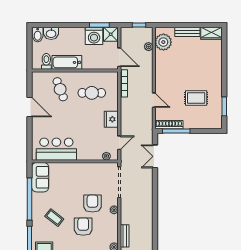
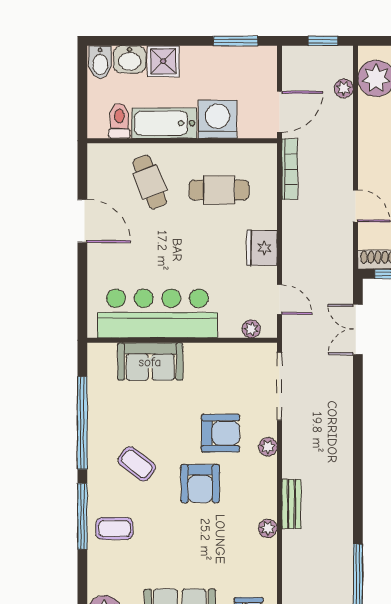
shower: (111, 34) -> (163, 61), moved
washing machine: (94, 36) -> (218, 119), moved, turned 180
door: (119, 57) -> (280, 112), hinge flipped
door: (119, 143) -> (280, 299), hinge flipped
bar counter: (56, 149) -> (157, 313), width x1.36
sofa: (40, 177) -> (150, 362), moved, turned 90
armchair: (92, 204) -> (221, 433), turned 90
armchair: (83, 227) -> (200, 484), turned 180

